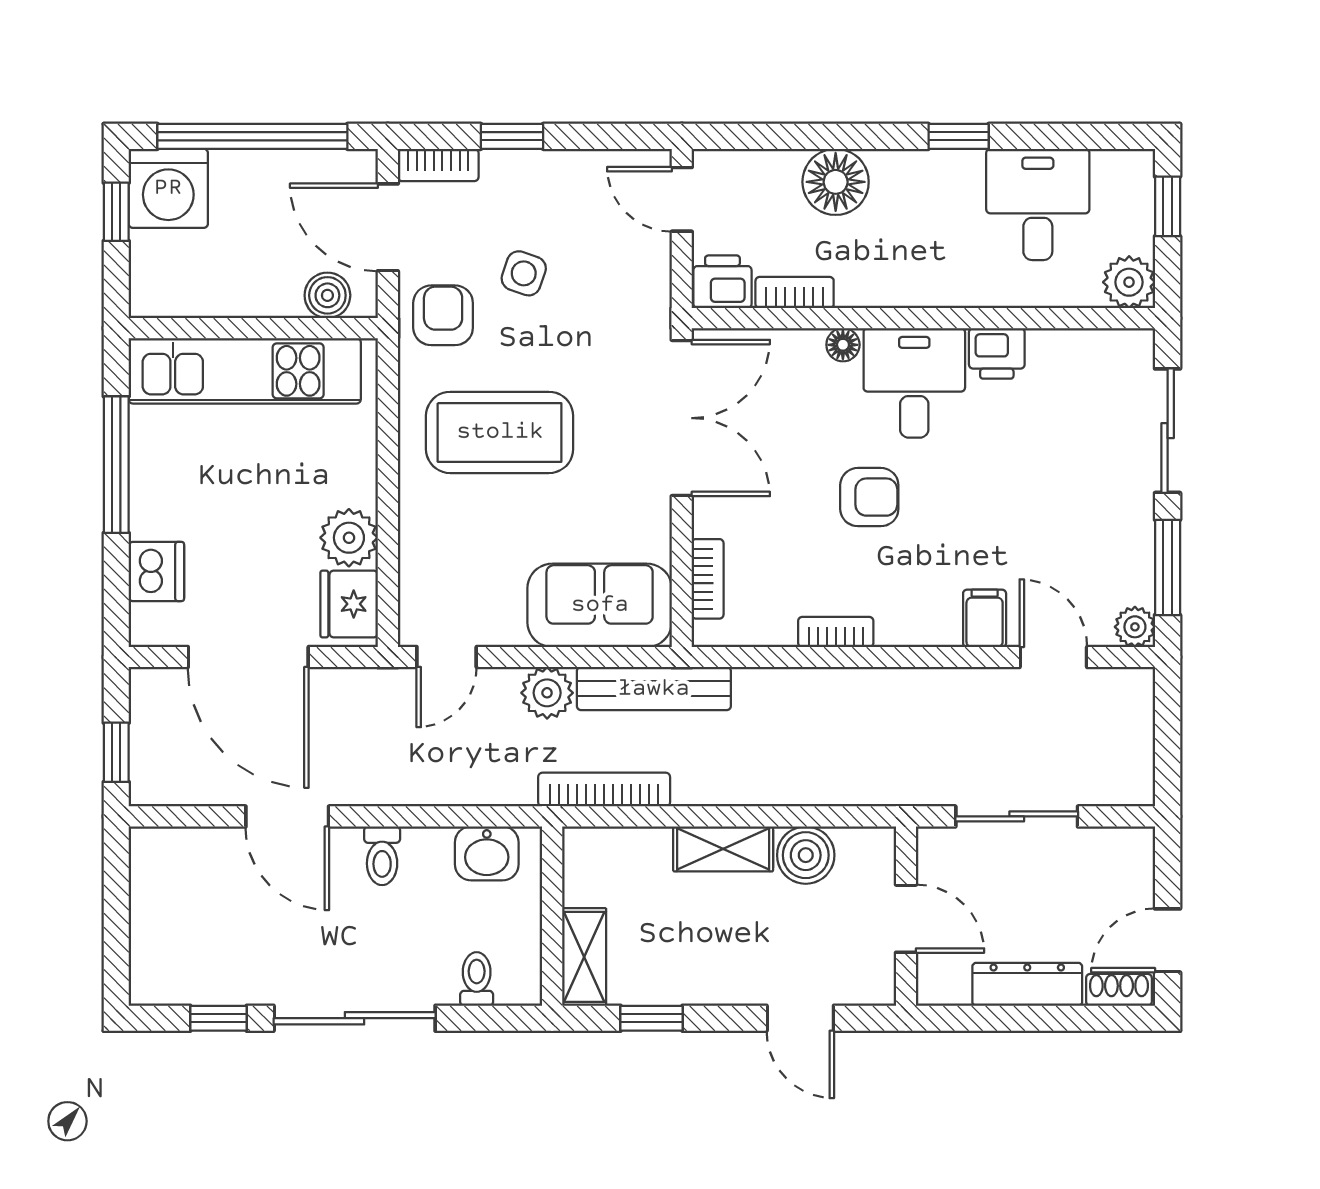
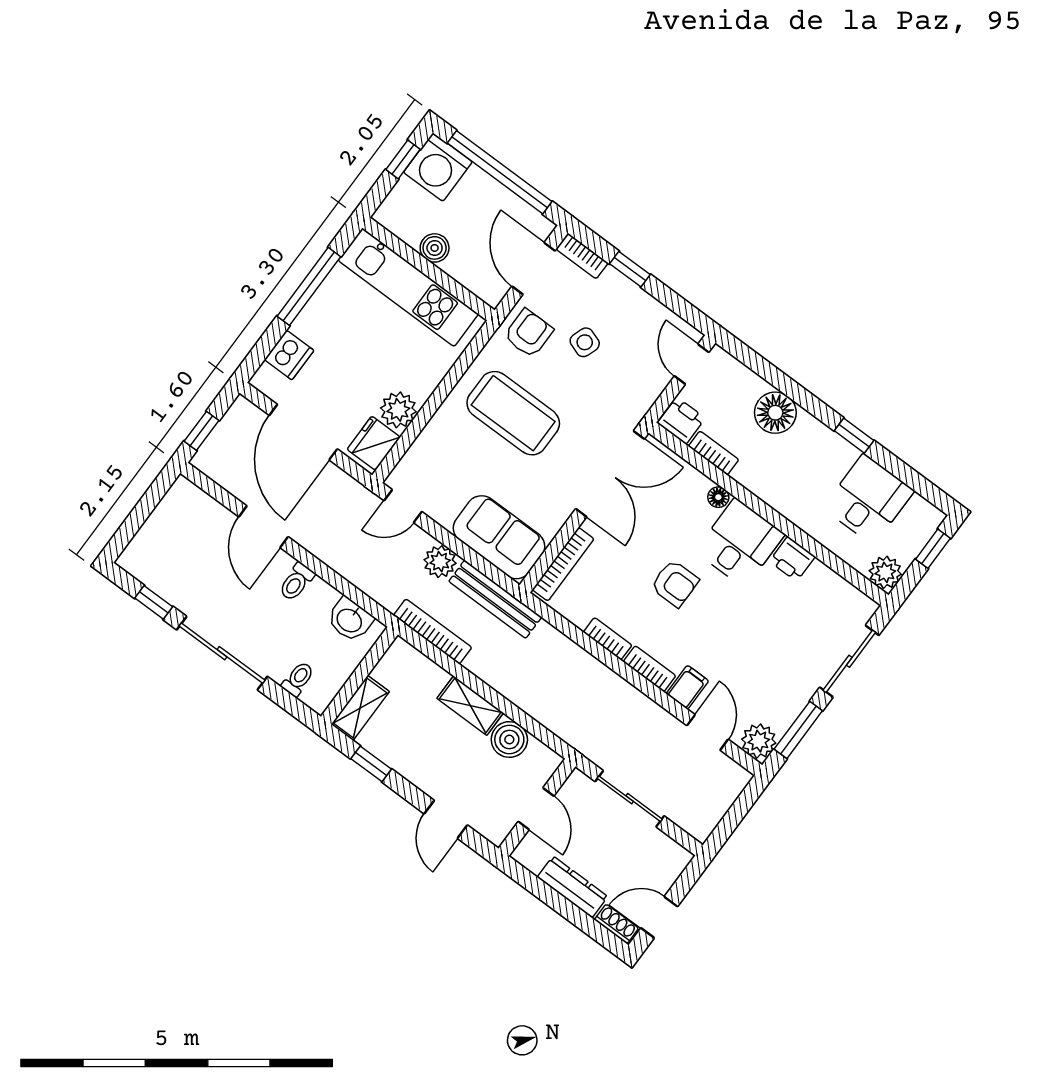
boiler: (327, 295) -> (435, 248), moved
bookcase: (708, 579) -> (563, 564), width x1.56
plant: (1135, 627) -> (759, 741), width x1.38, depth x1.38
bookcase: (918, 631) -> (649, 669), added

